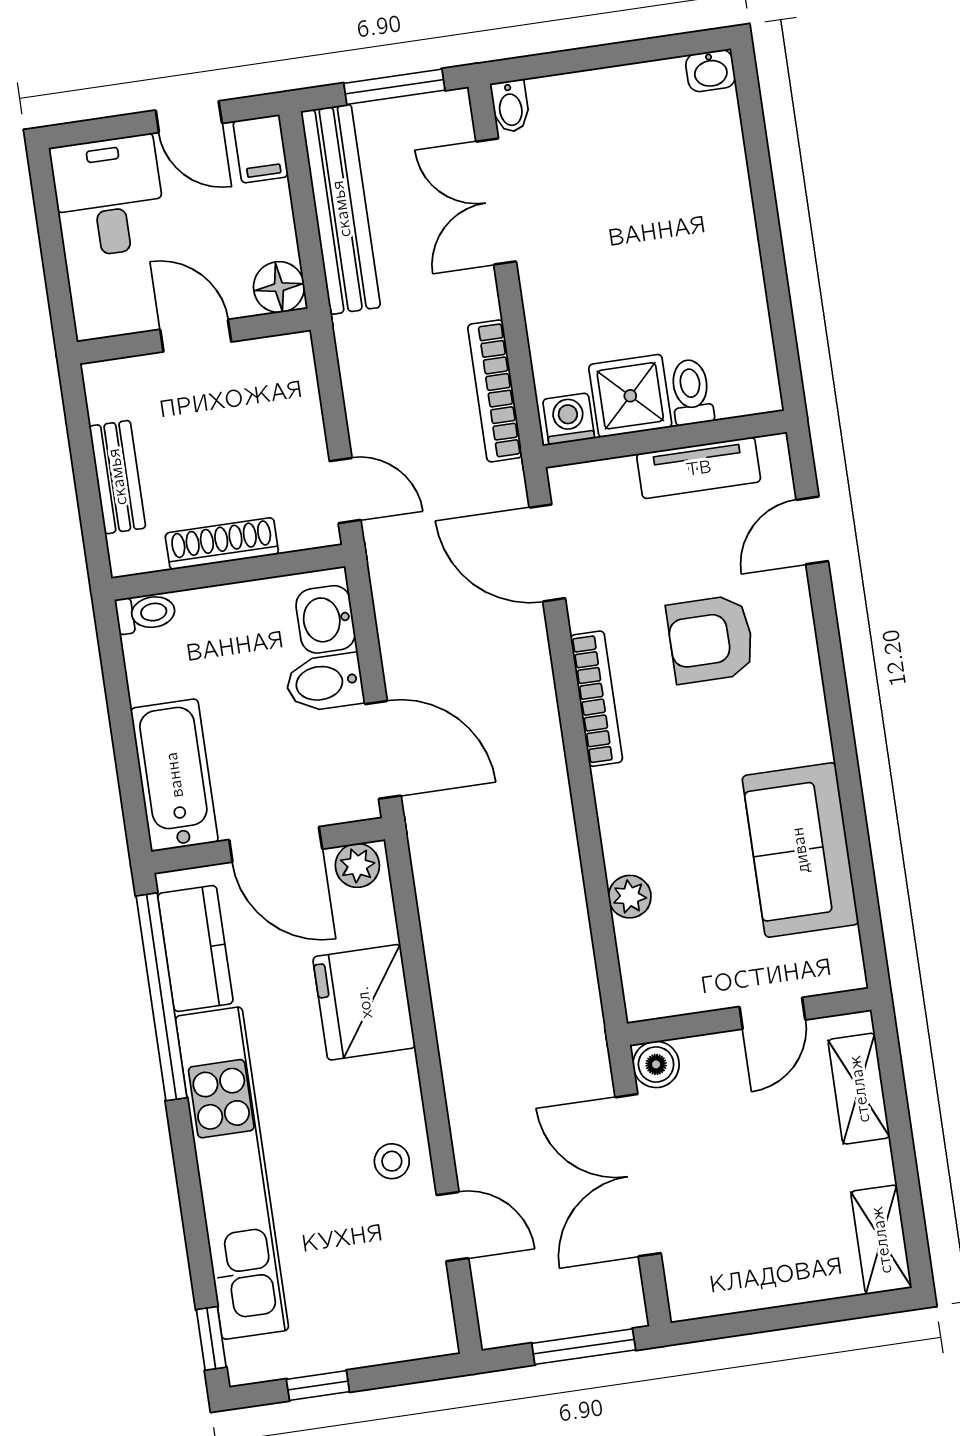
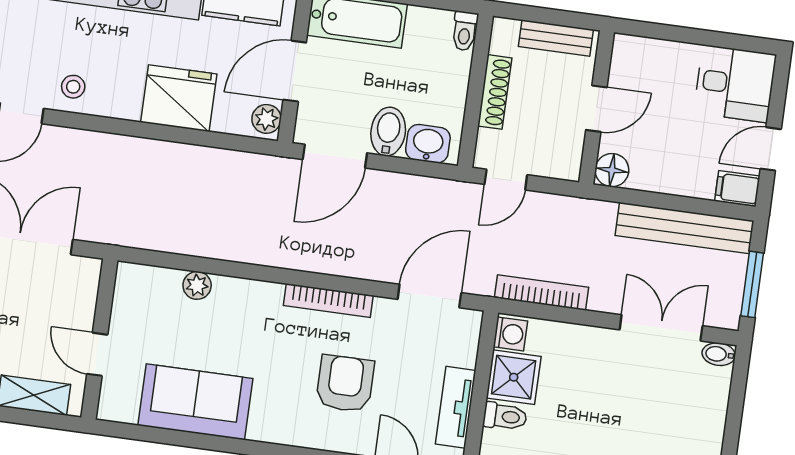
floor lamp: (279, 287) -> (612, 170), moved
wall: (194, 336) -> (597, 107), moved
door: (196, 336) -> (596, 109), moved
boiler: (656, 1064) -> (86, 271), removed

